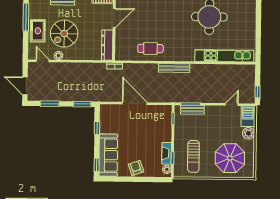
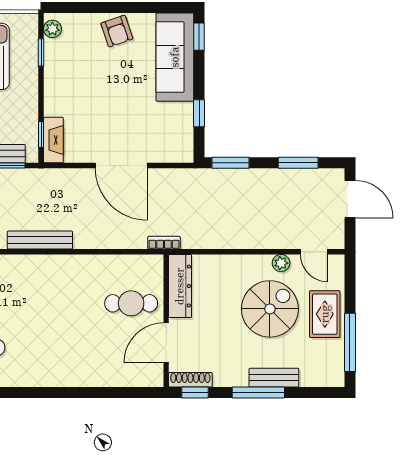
cafe table: (150, 48) -> (131, 303), moved
fireplace: (167, 153) -> (53, 140), moved

